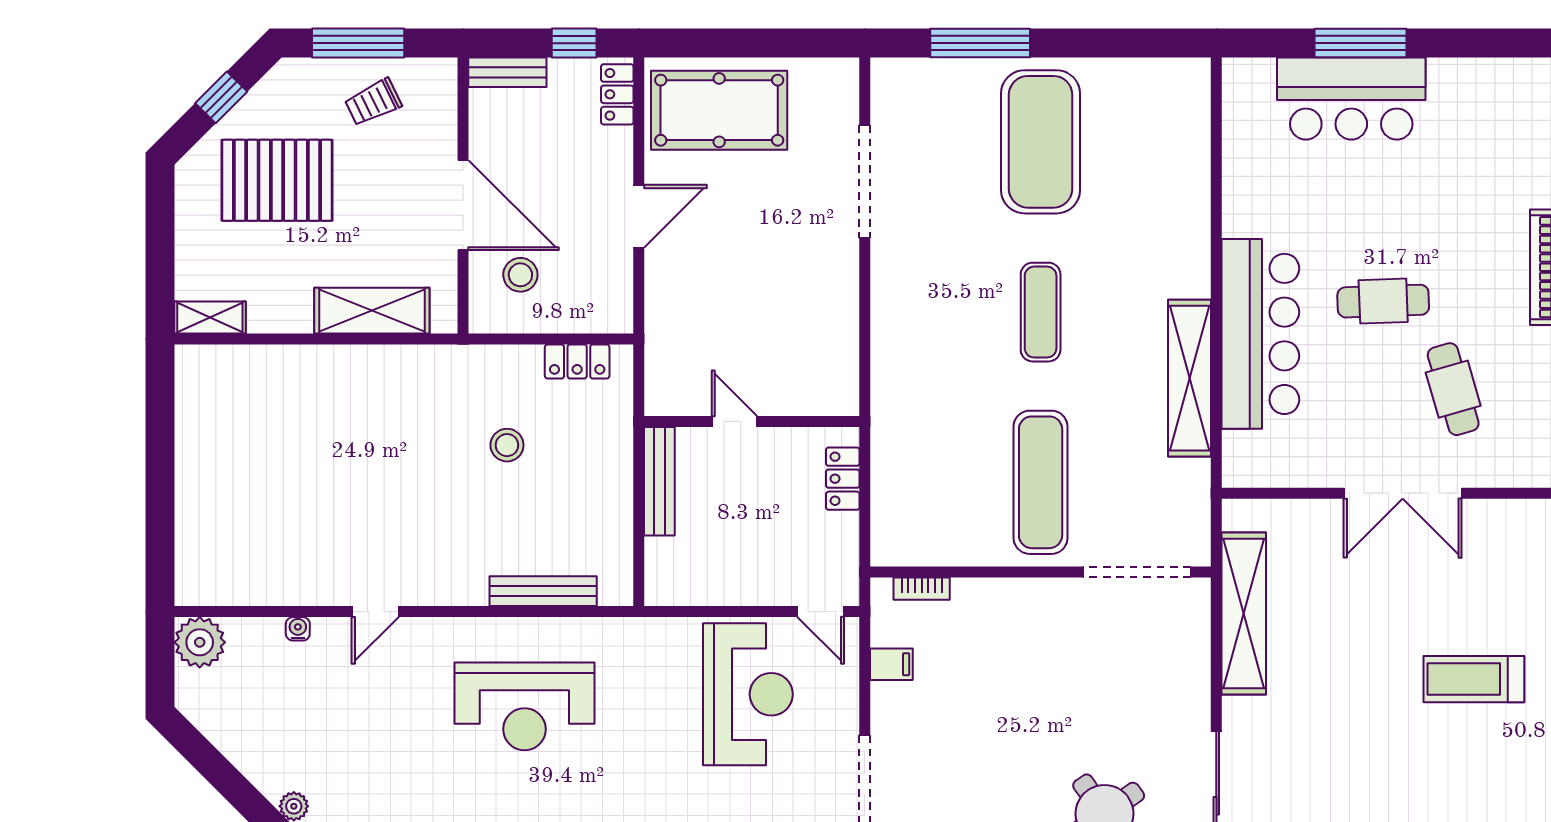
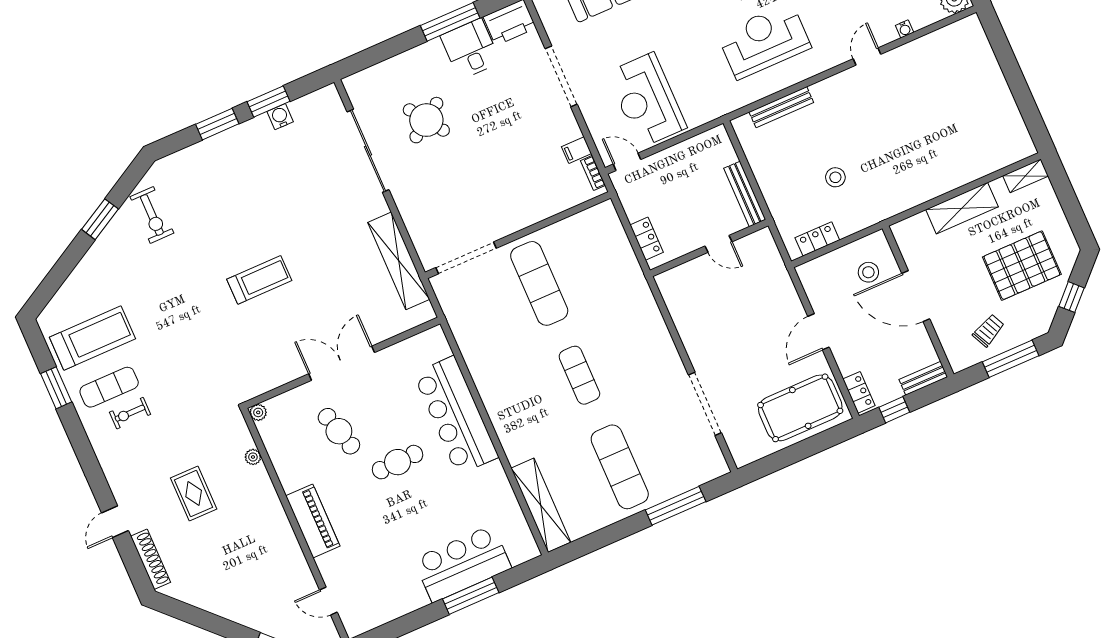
exercise mat: (1041, 142) -> (620, 467), width x0.68
shelving: (372, 311) -> (962, 208), moved
shelving: (1189, 378) -> (541, 505), moved
bookcase: (922, 589) -> (593, 173), moved, turned -90

